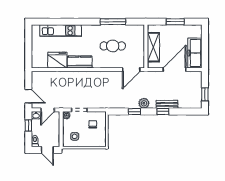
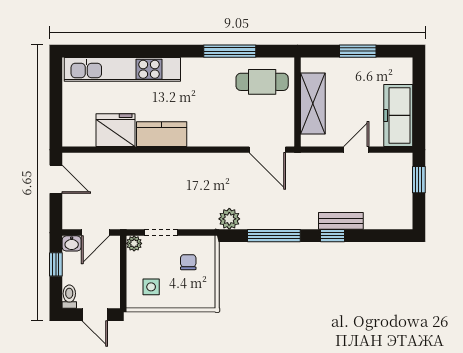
kitchen unit: (61, 31) -> (122, 69), width x1.36
cafe table: (113, 46) -> (262, 82), moved
door: (131, 70) -> (267, 150), hinge flipped
door: (175, 70) -> (356, 150), width x0.53
window: (205, 94) -> (419, 180), moved
door: (28, 96) -> (56, 179), moved
plant: (144, 103) -> (229, 219), moved
window: (134, 111) -> (274, 236), width x2.17

